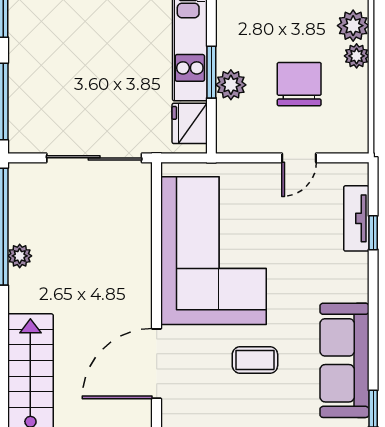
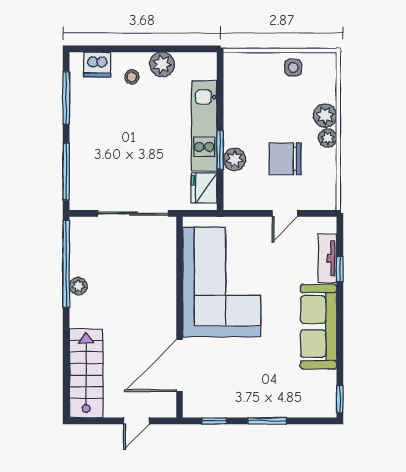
chair: (299, 84) -> (285, 159), turned -90
coffee table: (255, 360) -> (252, 363), removed
sofa: (344, 360) -> (319, 327), moved

